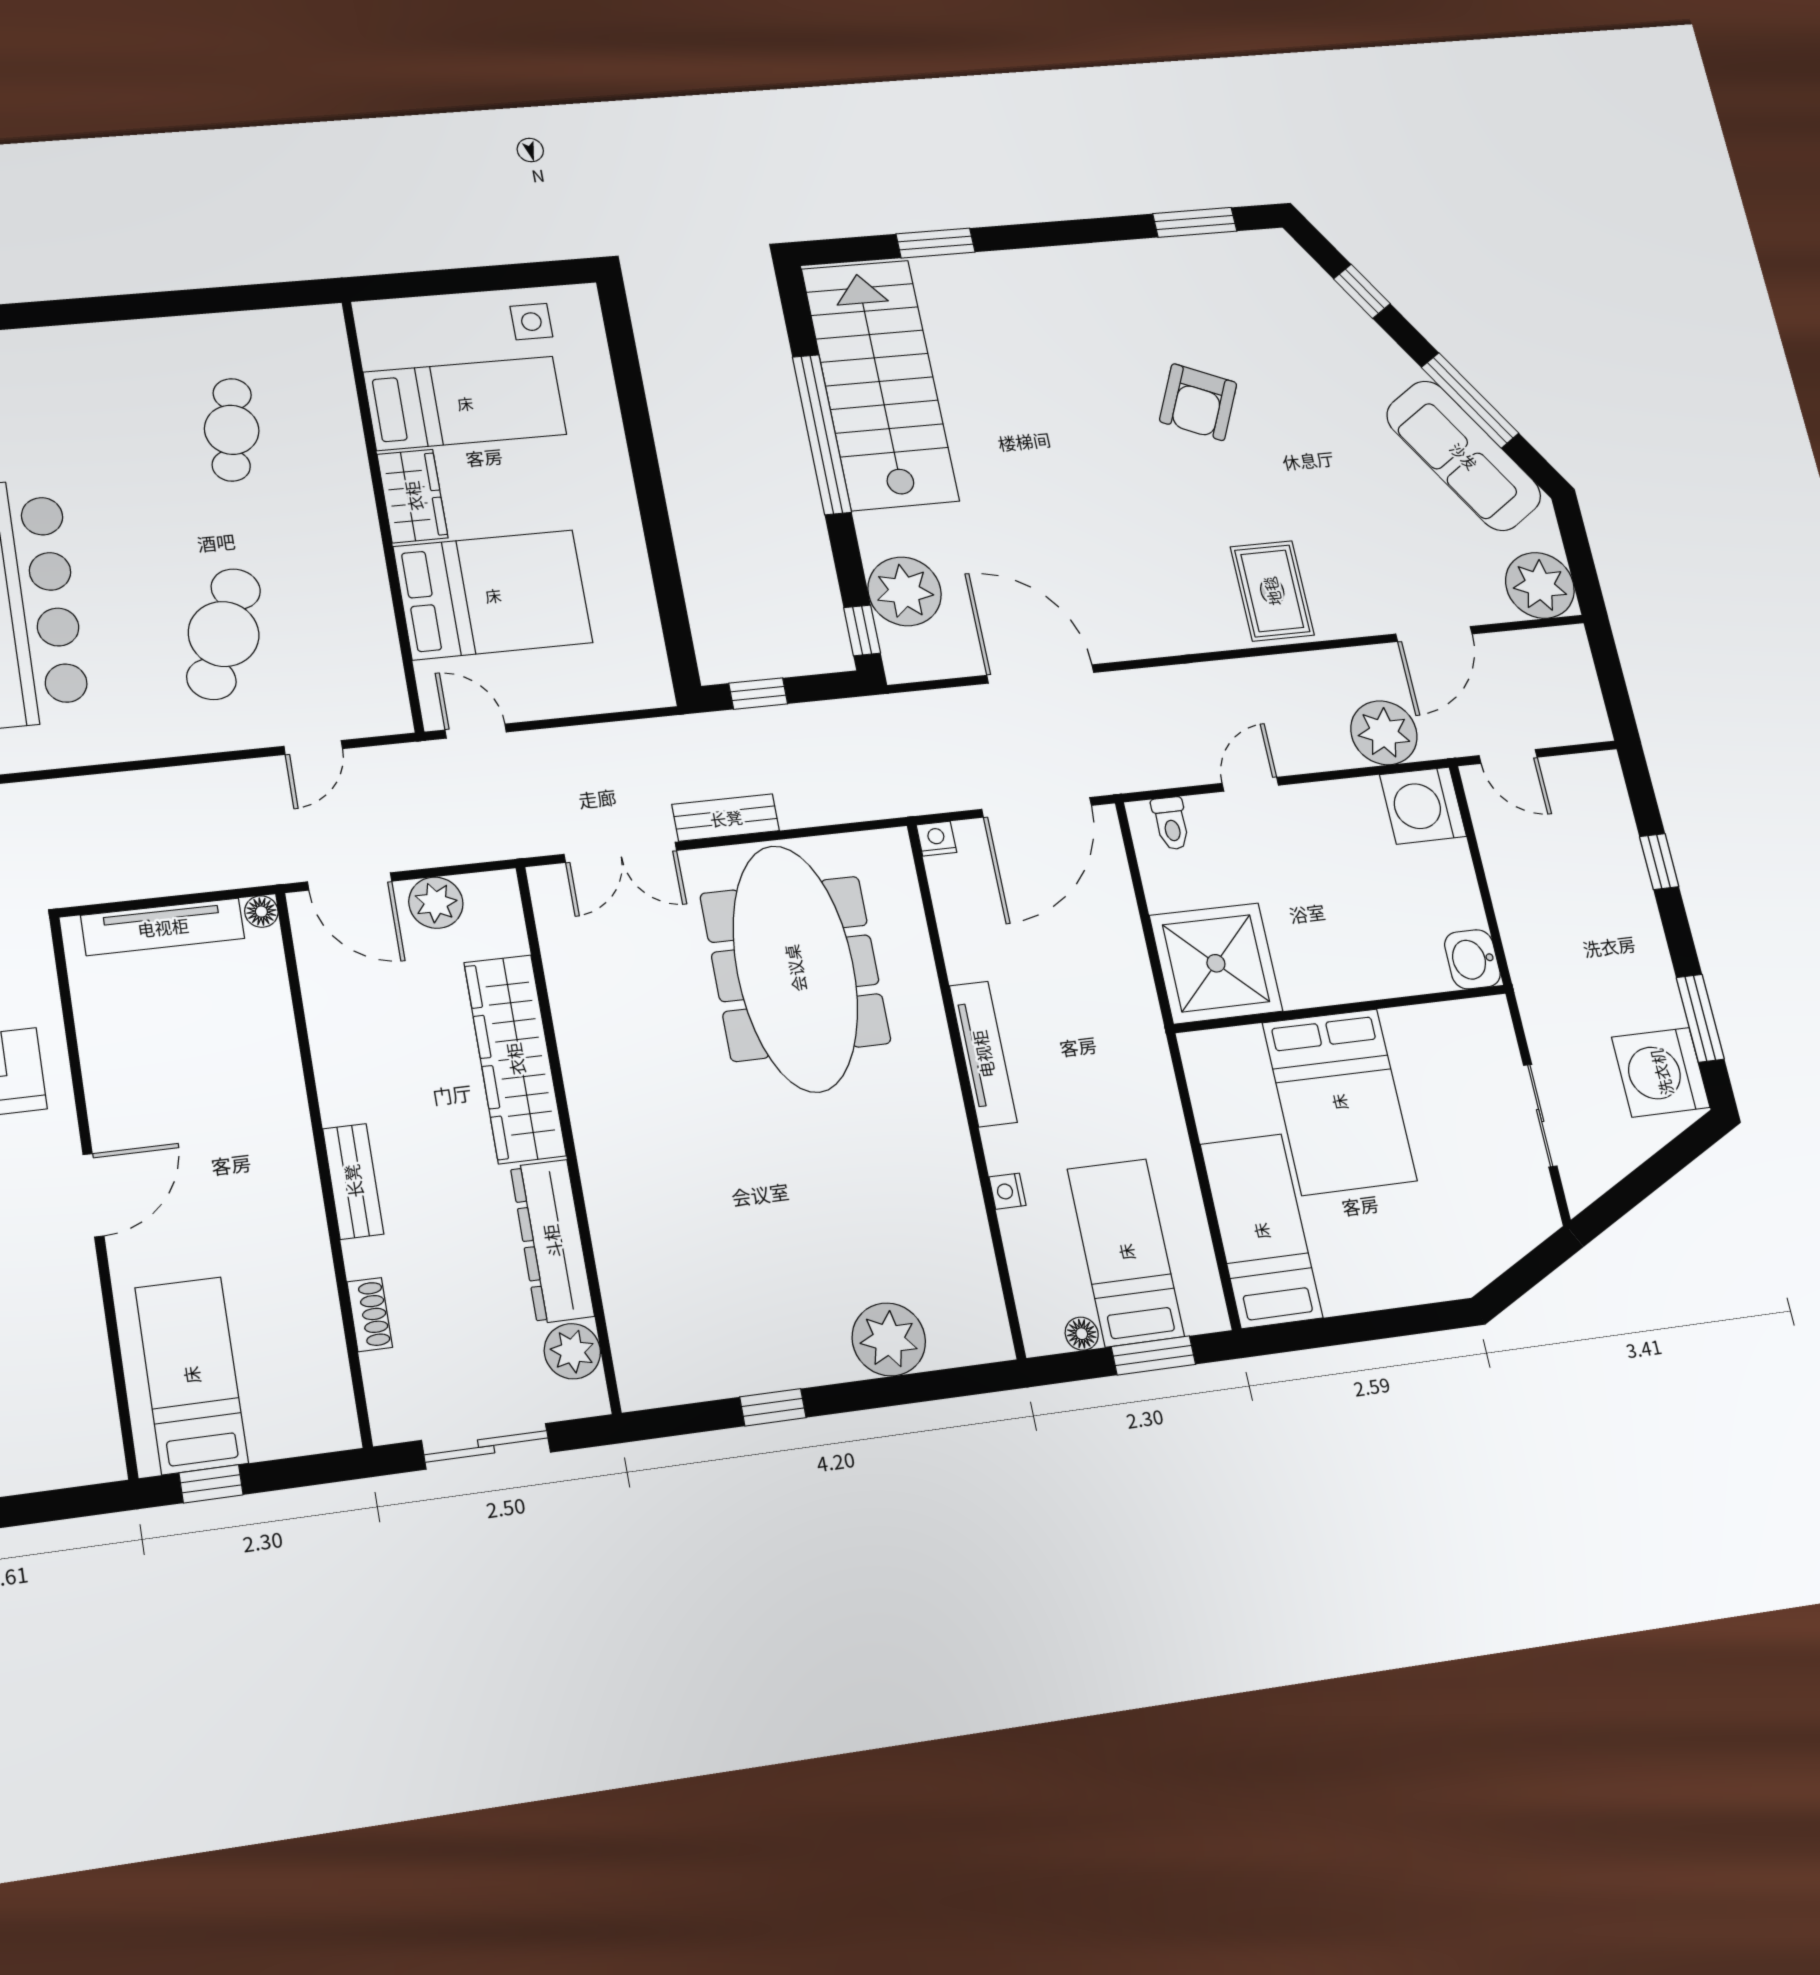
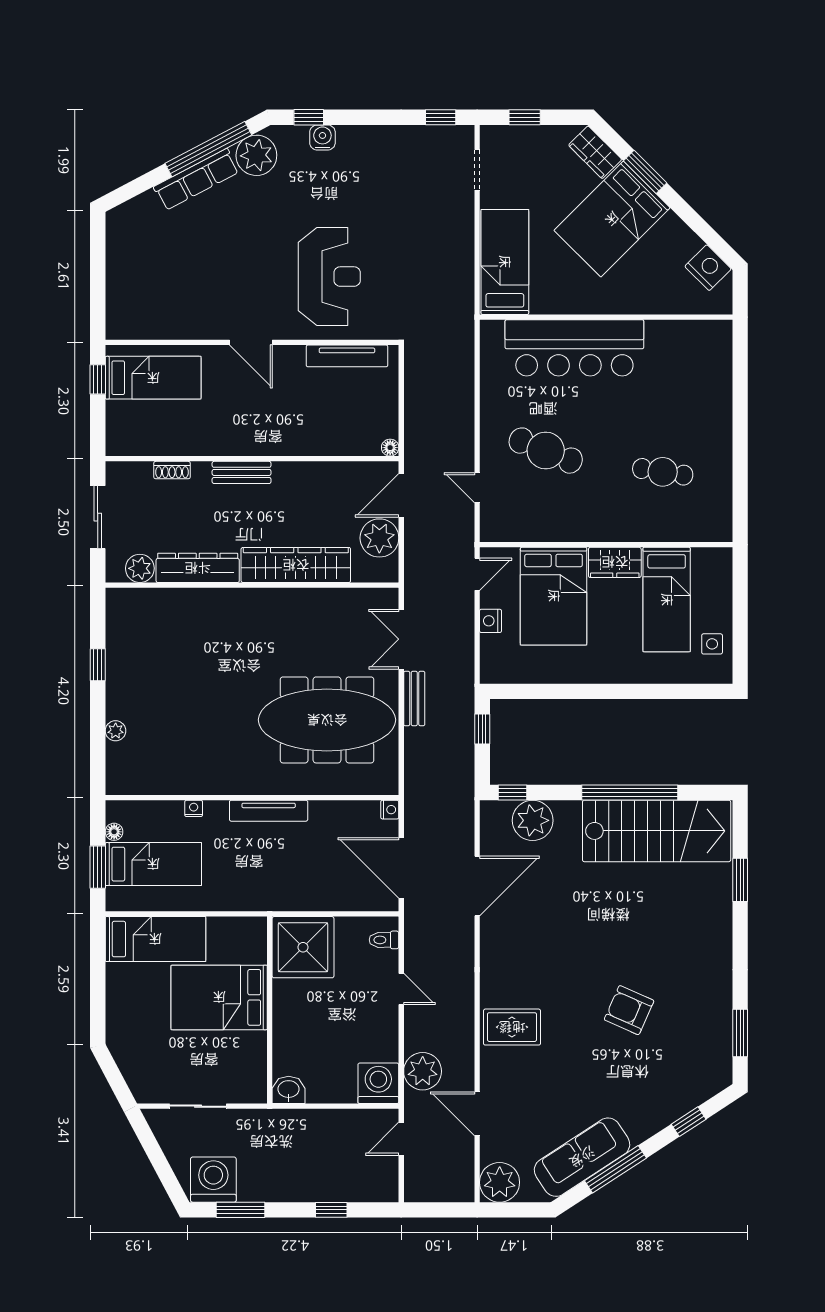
nightstand: (558, 699) -> (490, 621), added
plant: (436, 903) -> (379, 538), width x1.36, depth x1.36
tv unit: (163, 927) -> (347, 356), moved, turned -90
plant: (889, 1339) -> (116, 731), width x0.53, depth x0.53

